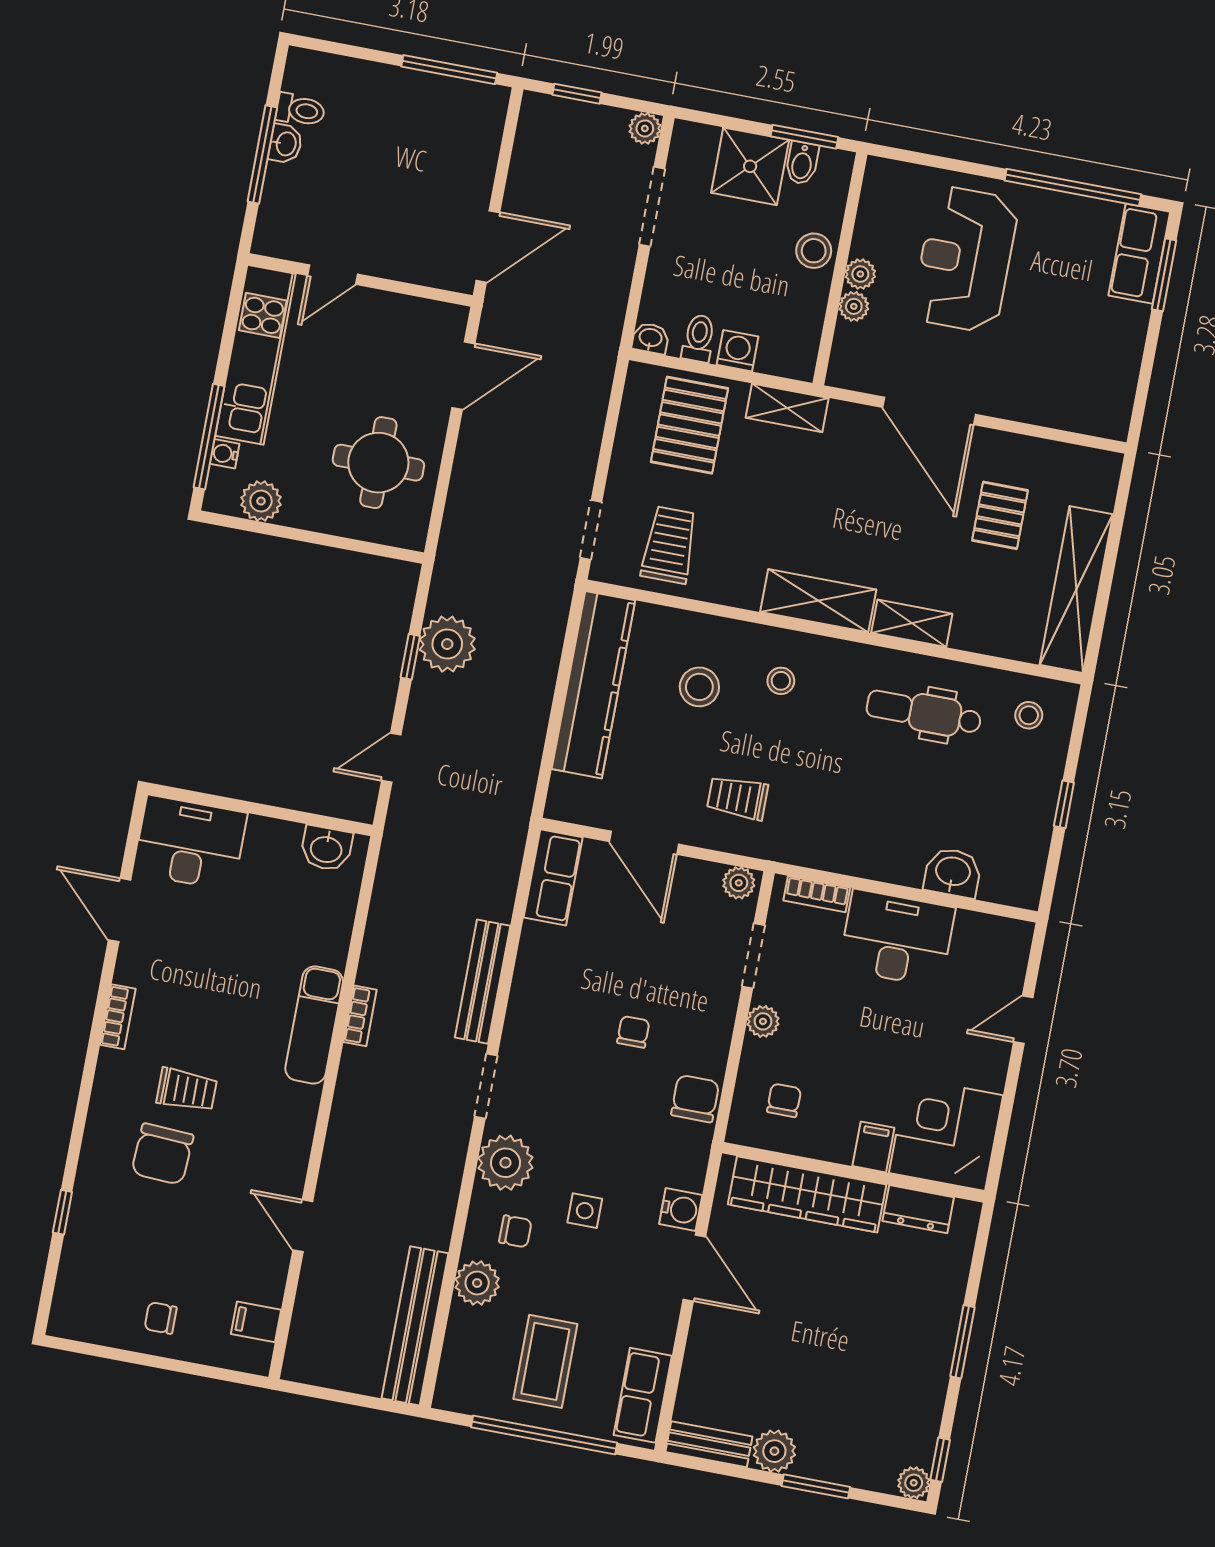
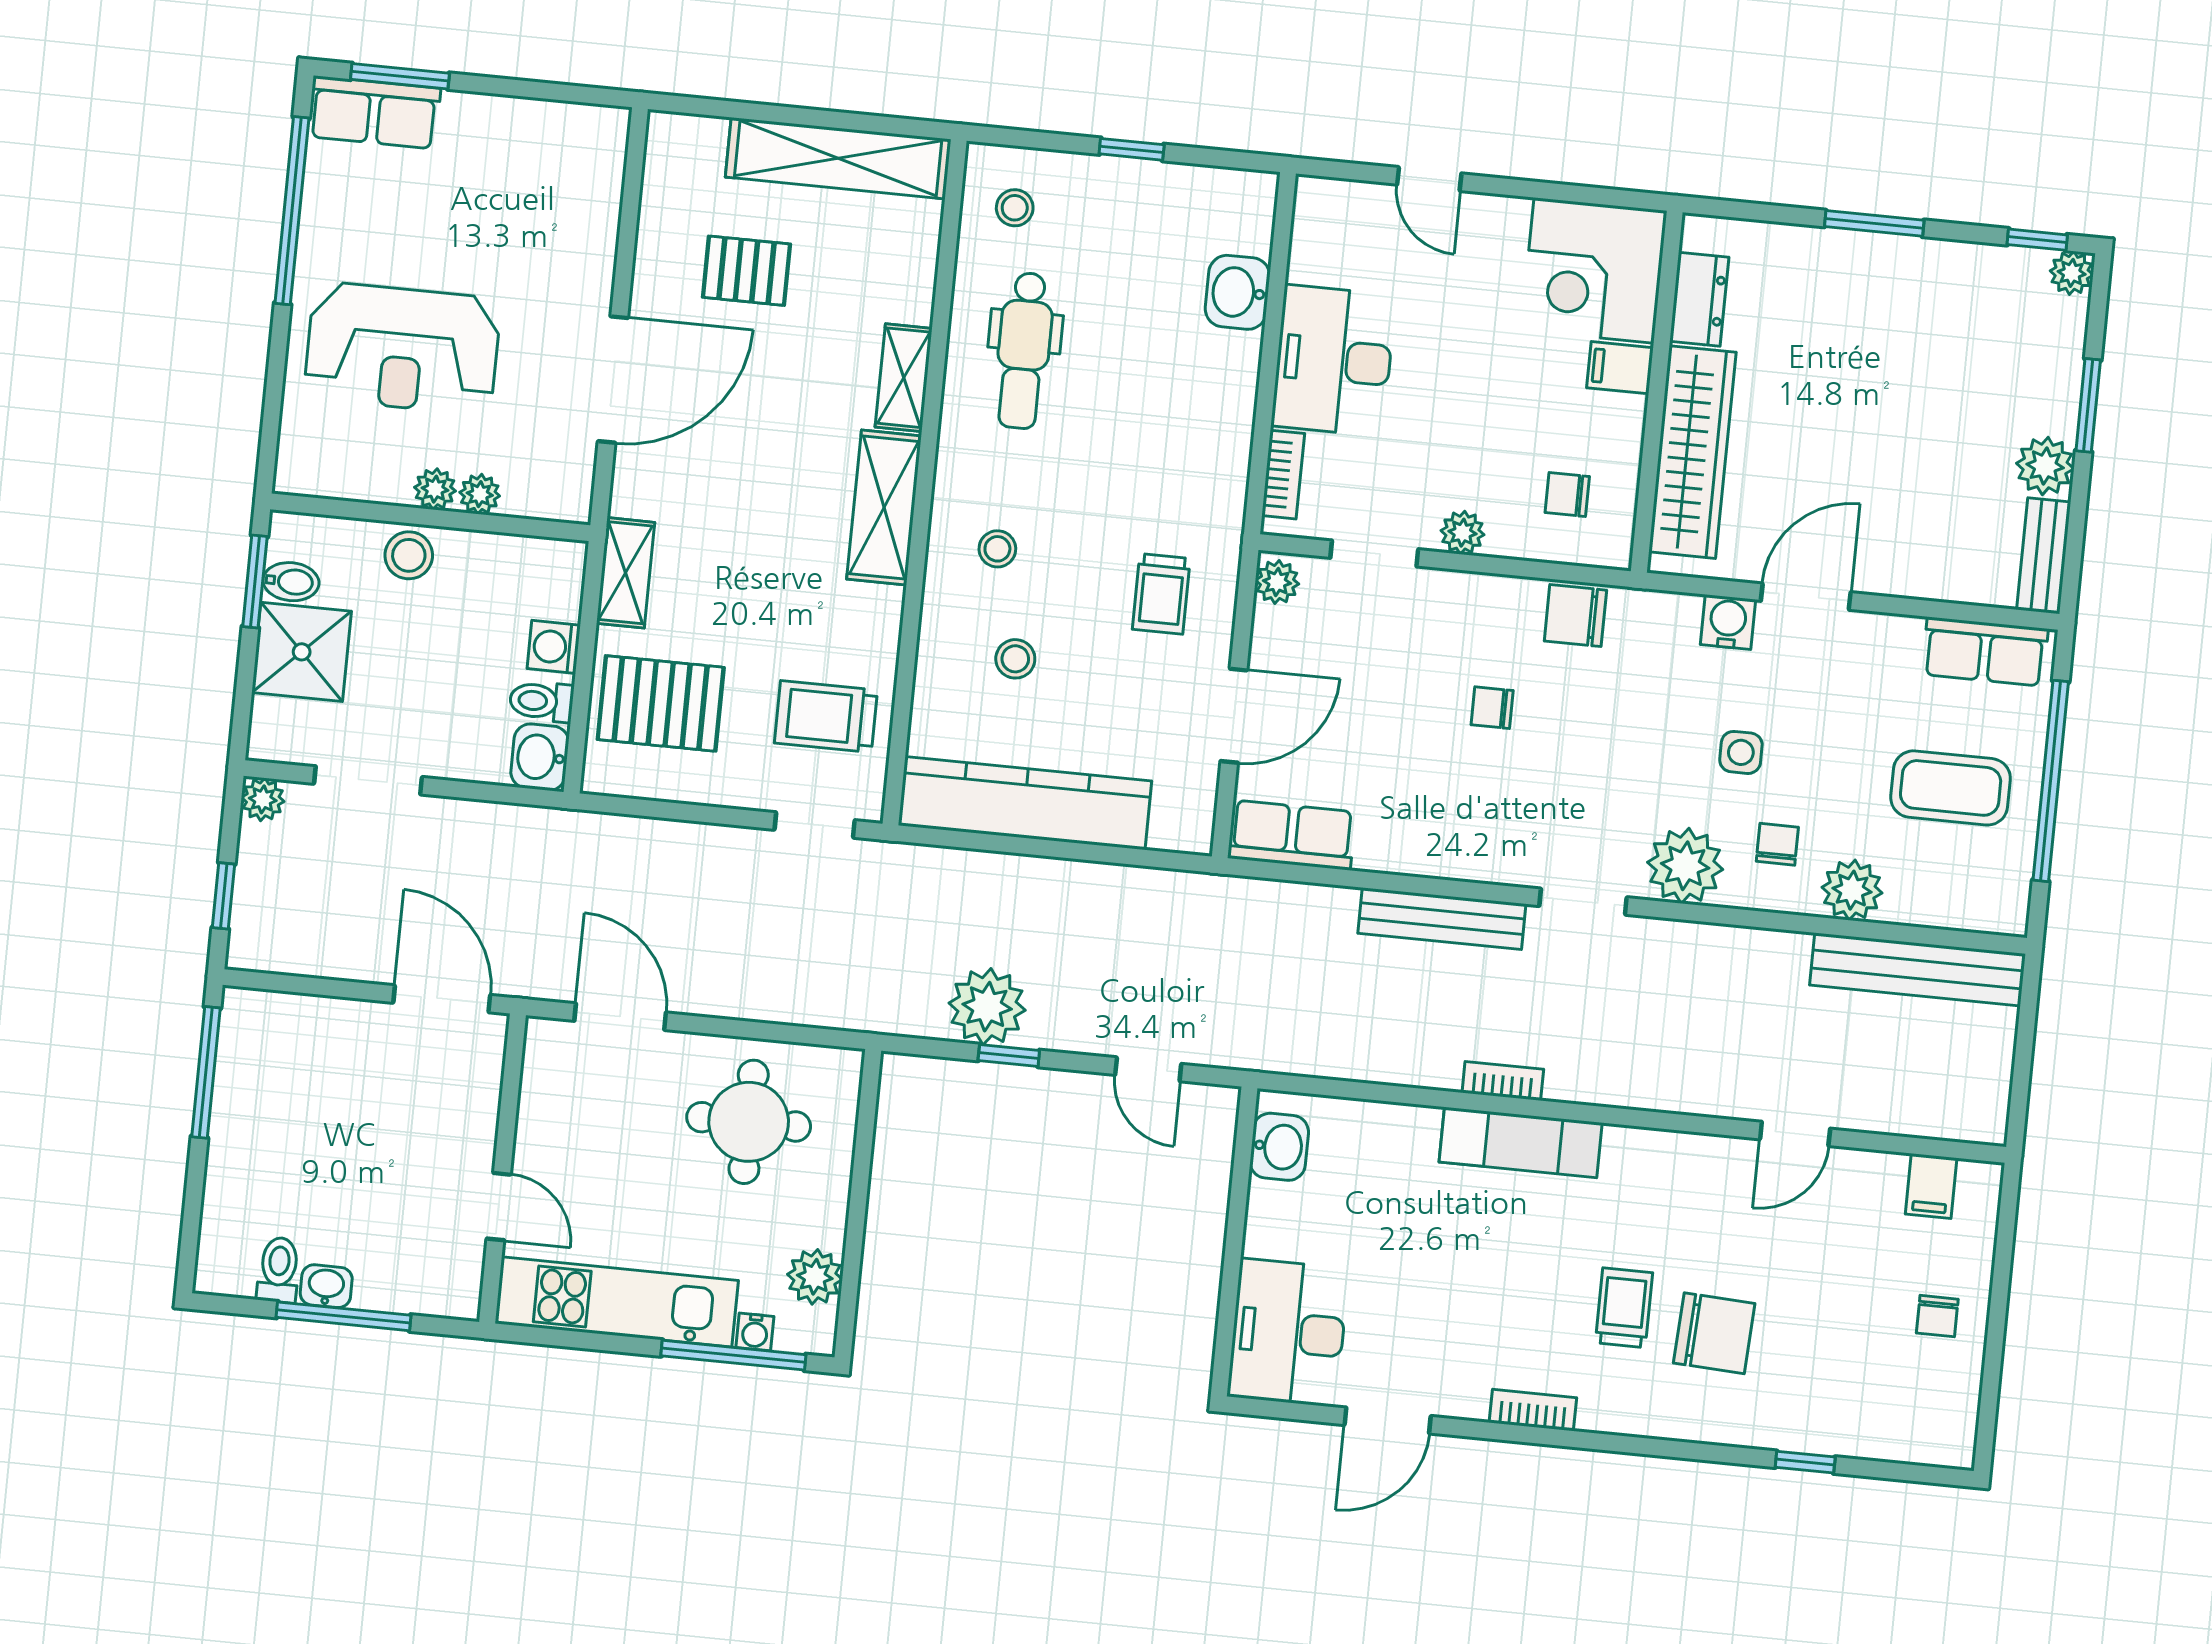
washbasin: (650, 338) -> (540, 757), width x1.38, depth x1.45
stool: (699, 687) -> (1015, 659), width x0.73, depth x0.73

